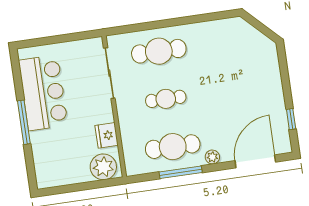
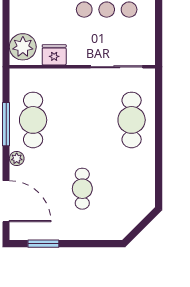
cafe table: (166, 99) -> (82, 189), moved
window: (291, 119) -> (43, 244), width x1.50

